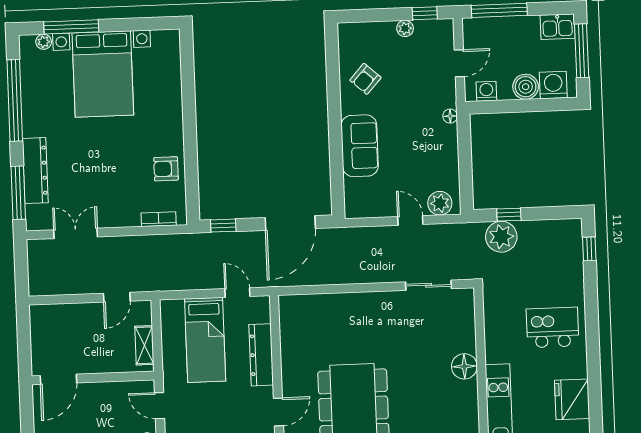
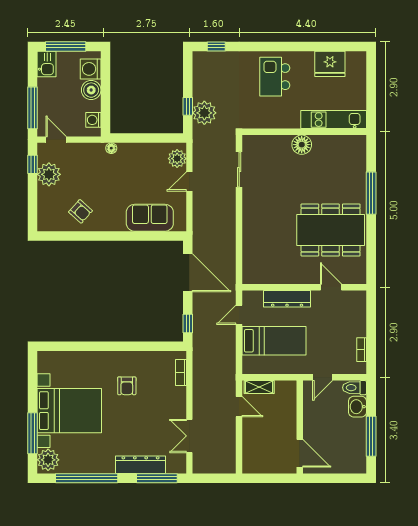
plant: (405, 28) -> (49, 174), width x1.87, depth x1.87
plant: (44, 42) -> (48, 460), width x1.88, depth x1.88
door: (459, 63) -> (56, 140), moved
sofa: (360, 146) -> (150, 218), moved
armchair: (166, 169) -> (127, 386), moved
shelving: (144, 345) -> (259, 387), moved

